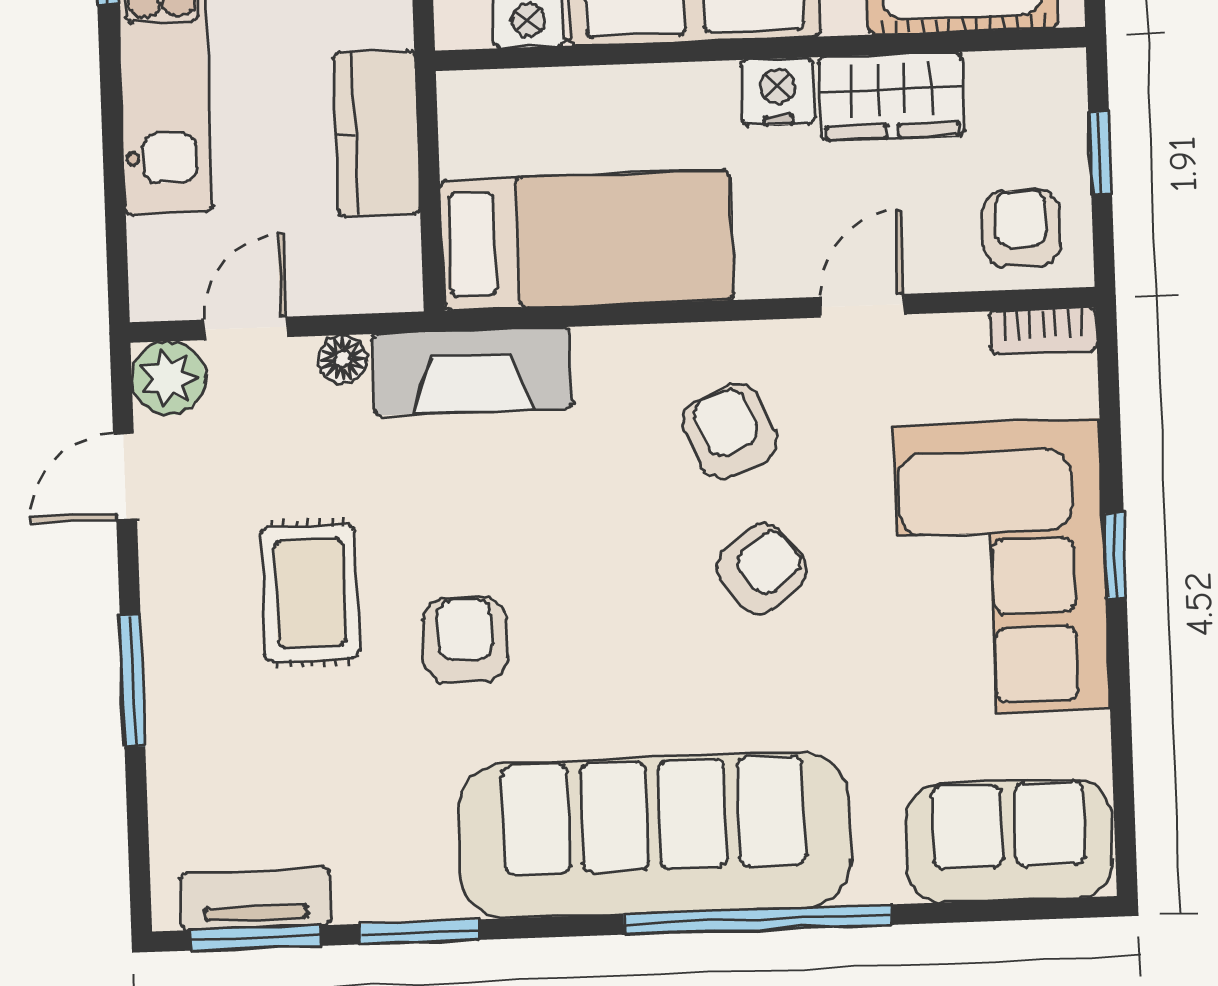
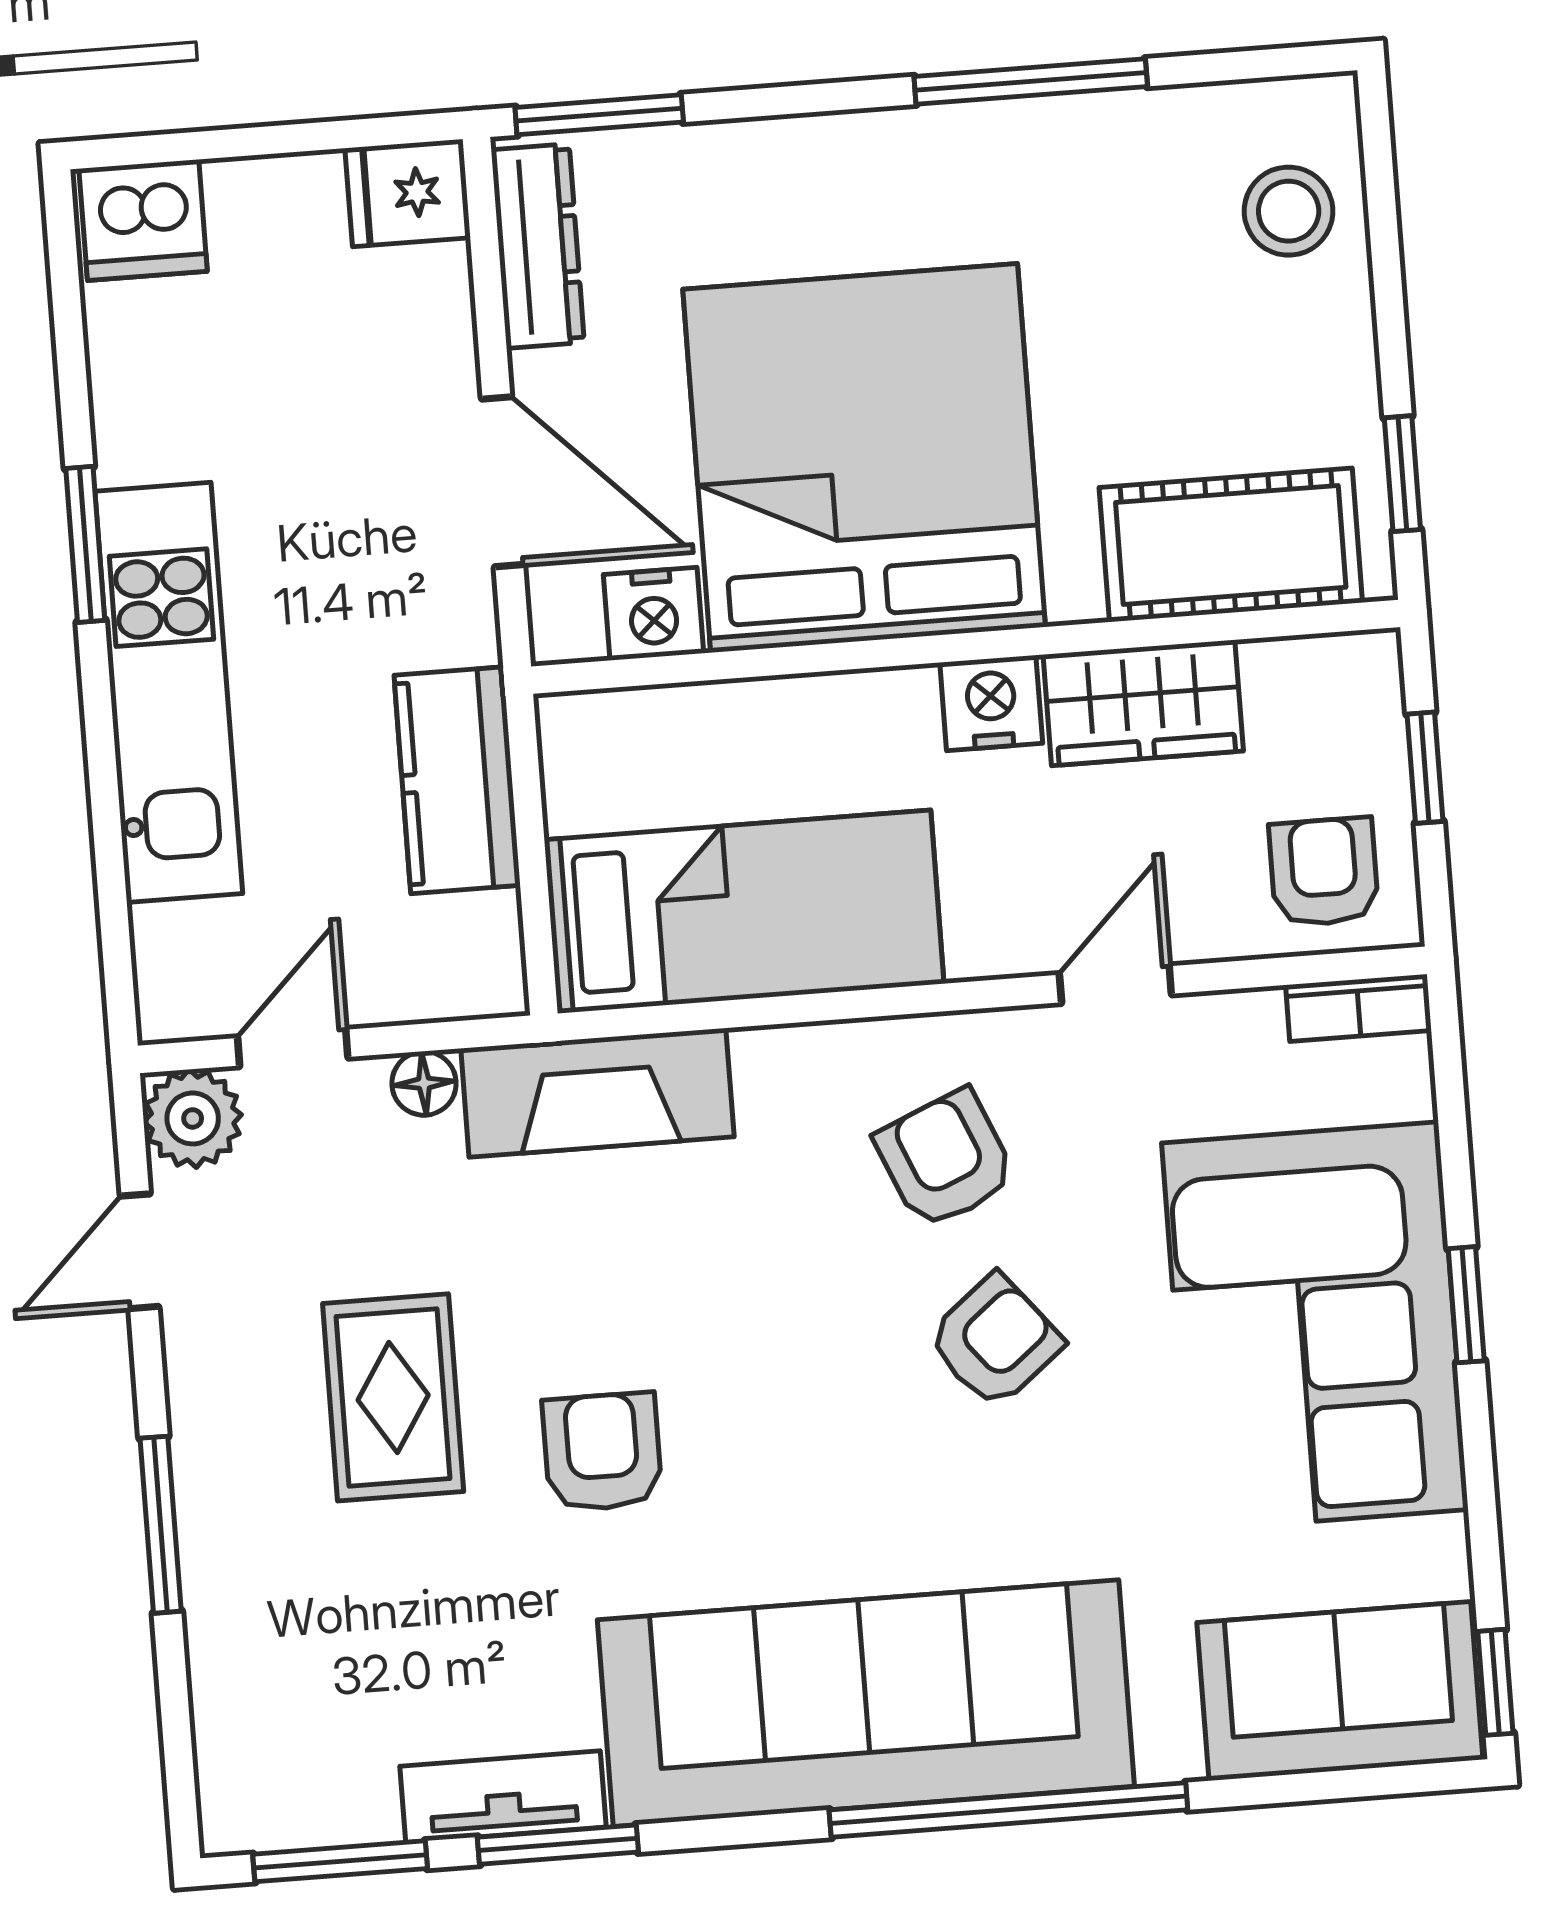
window: (1125, 839) -> (1495, 1682), added
tv unit: (256, 899) -> (503, 1797), moved

